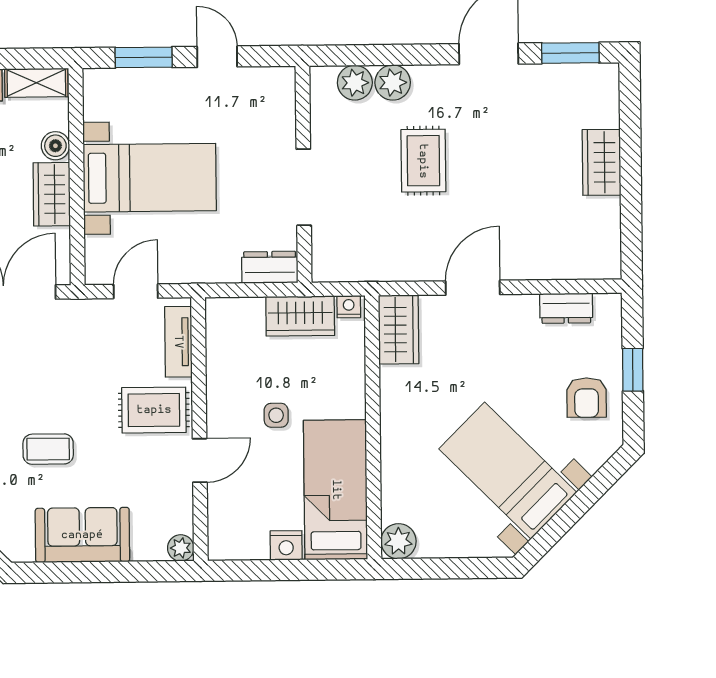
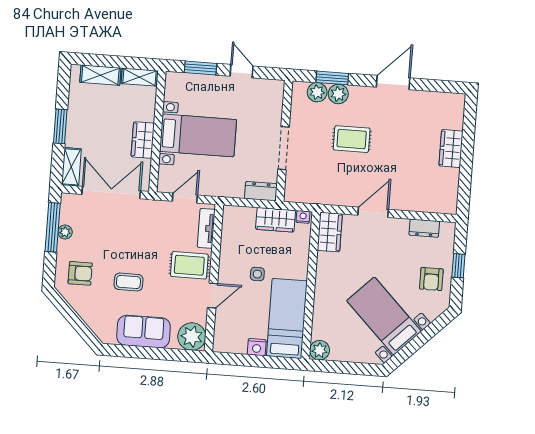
window: (570, 53) -> (332, 78), moved
boiler: (55, 146) -> (147, 113), removed
rug: (423, 161) -> (352, 139), turned 90
plant: (181, 548) -> (192, 337), width x1.88, depth x1.88

